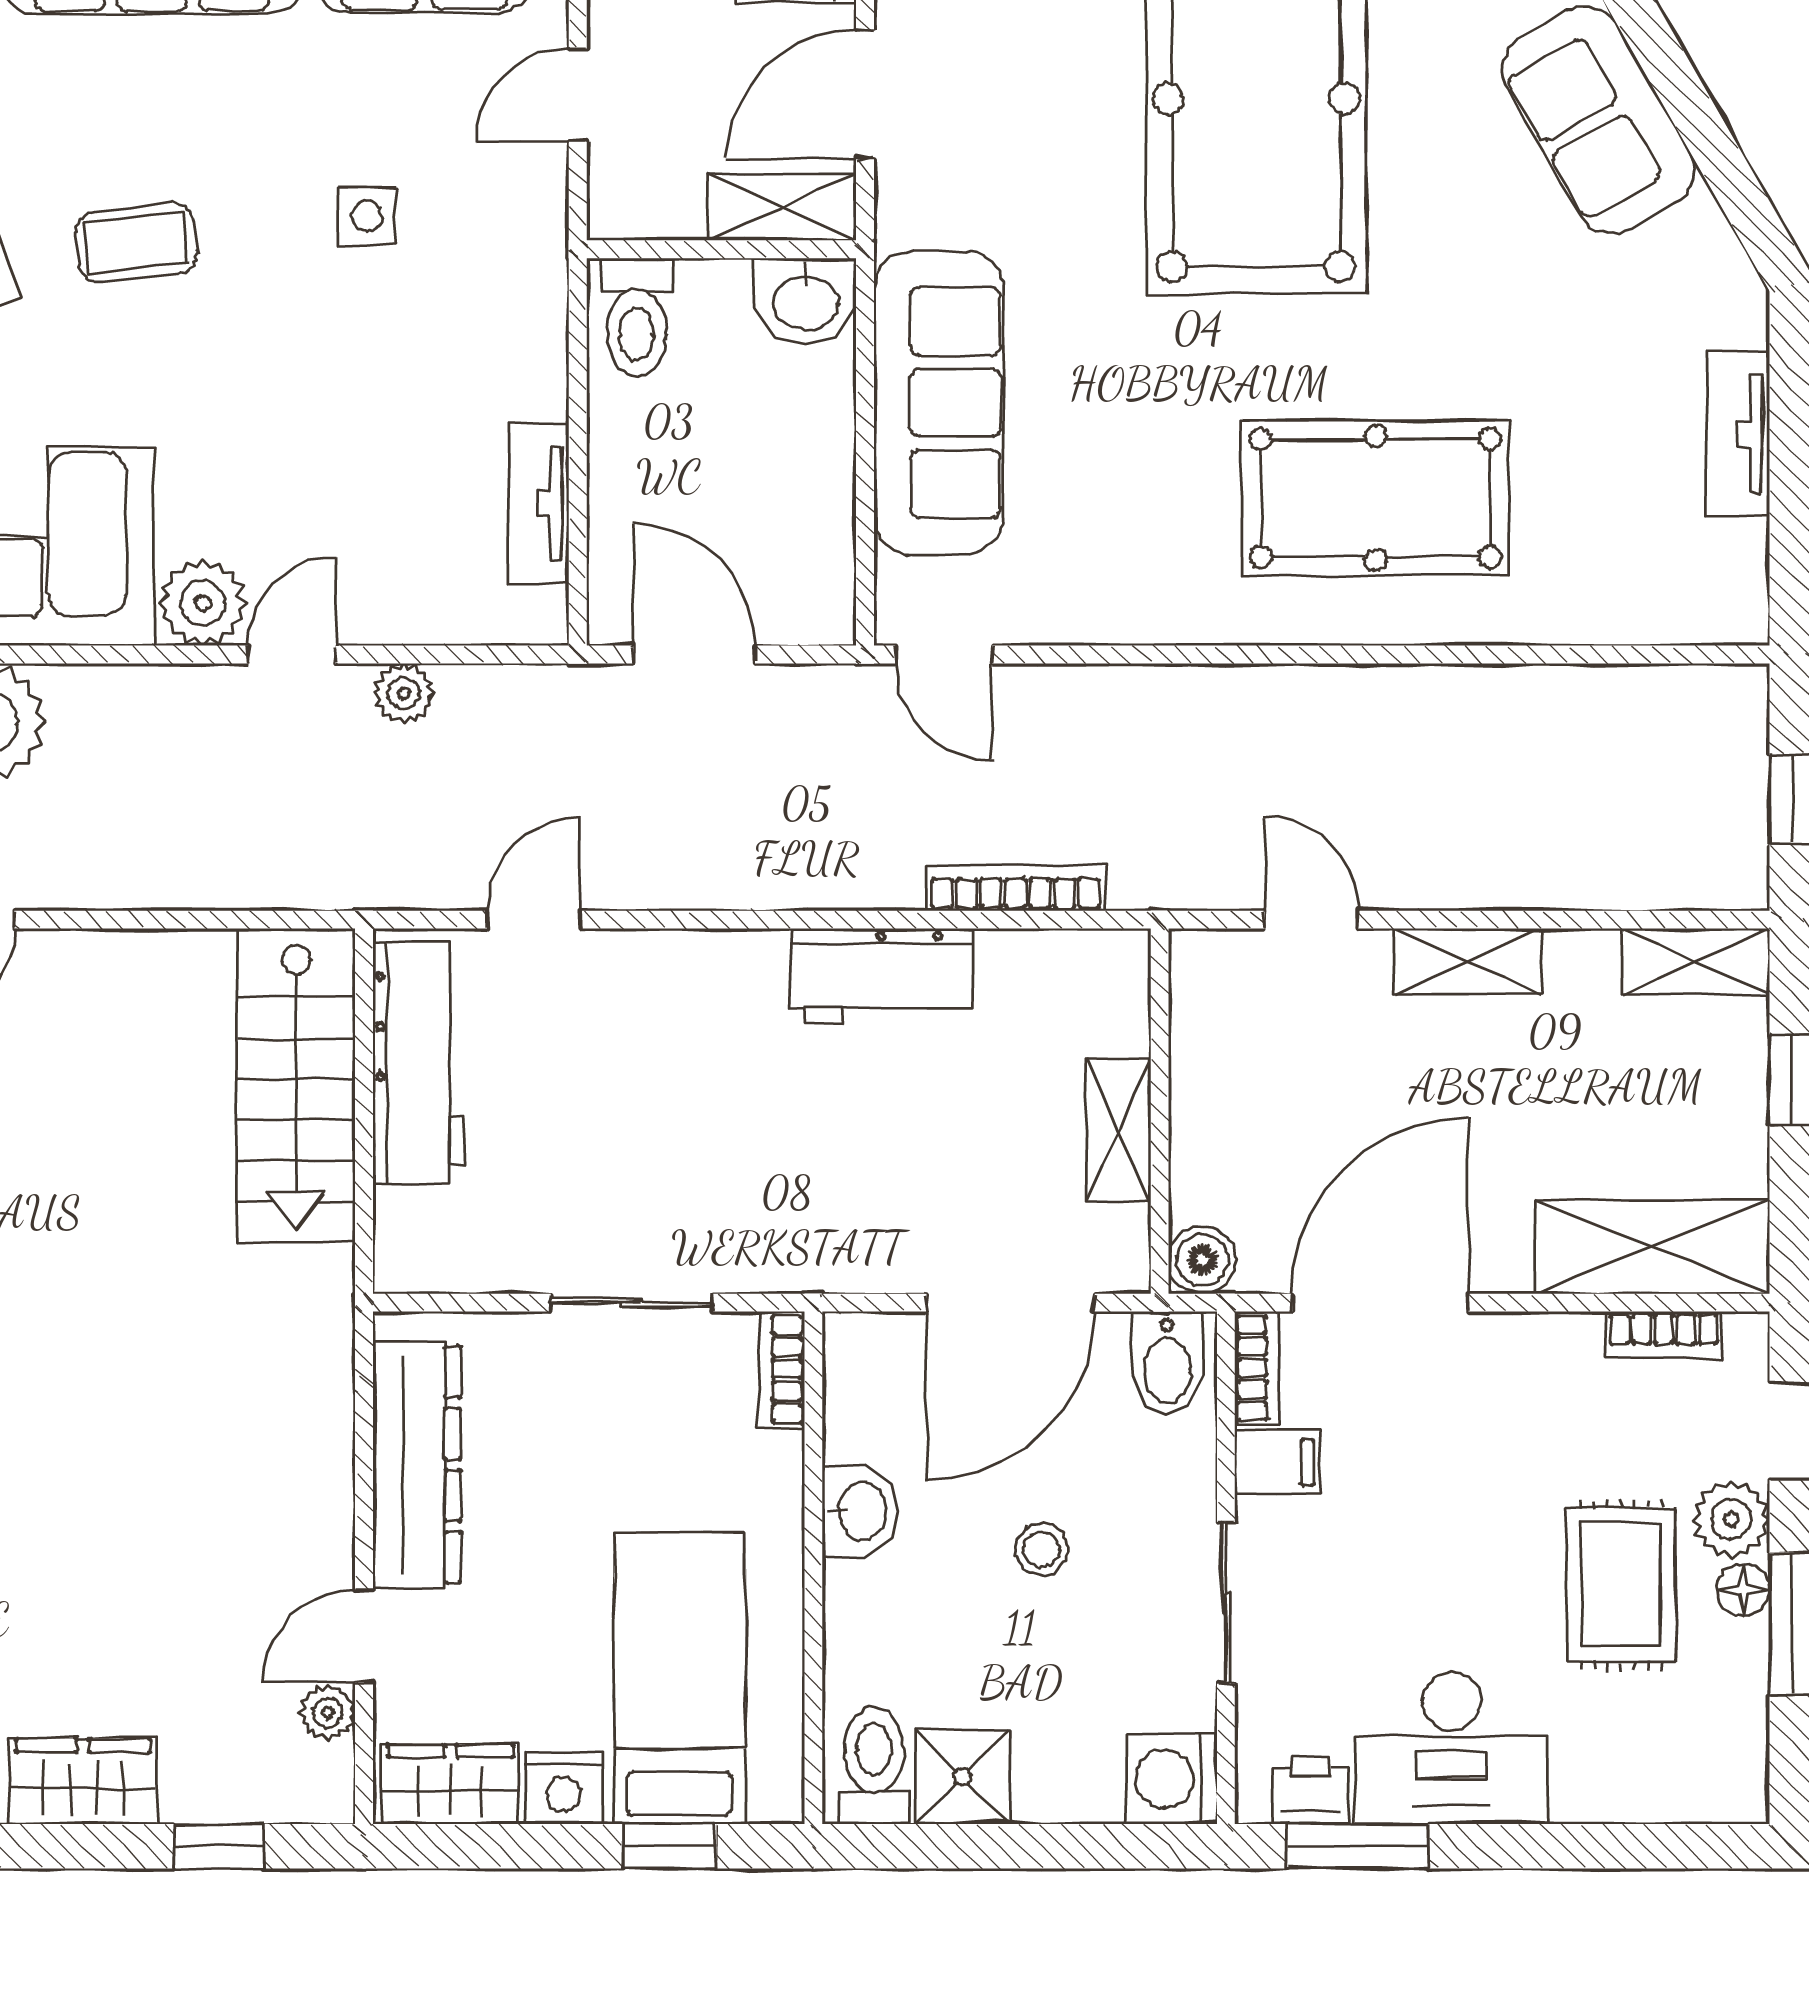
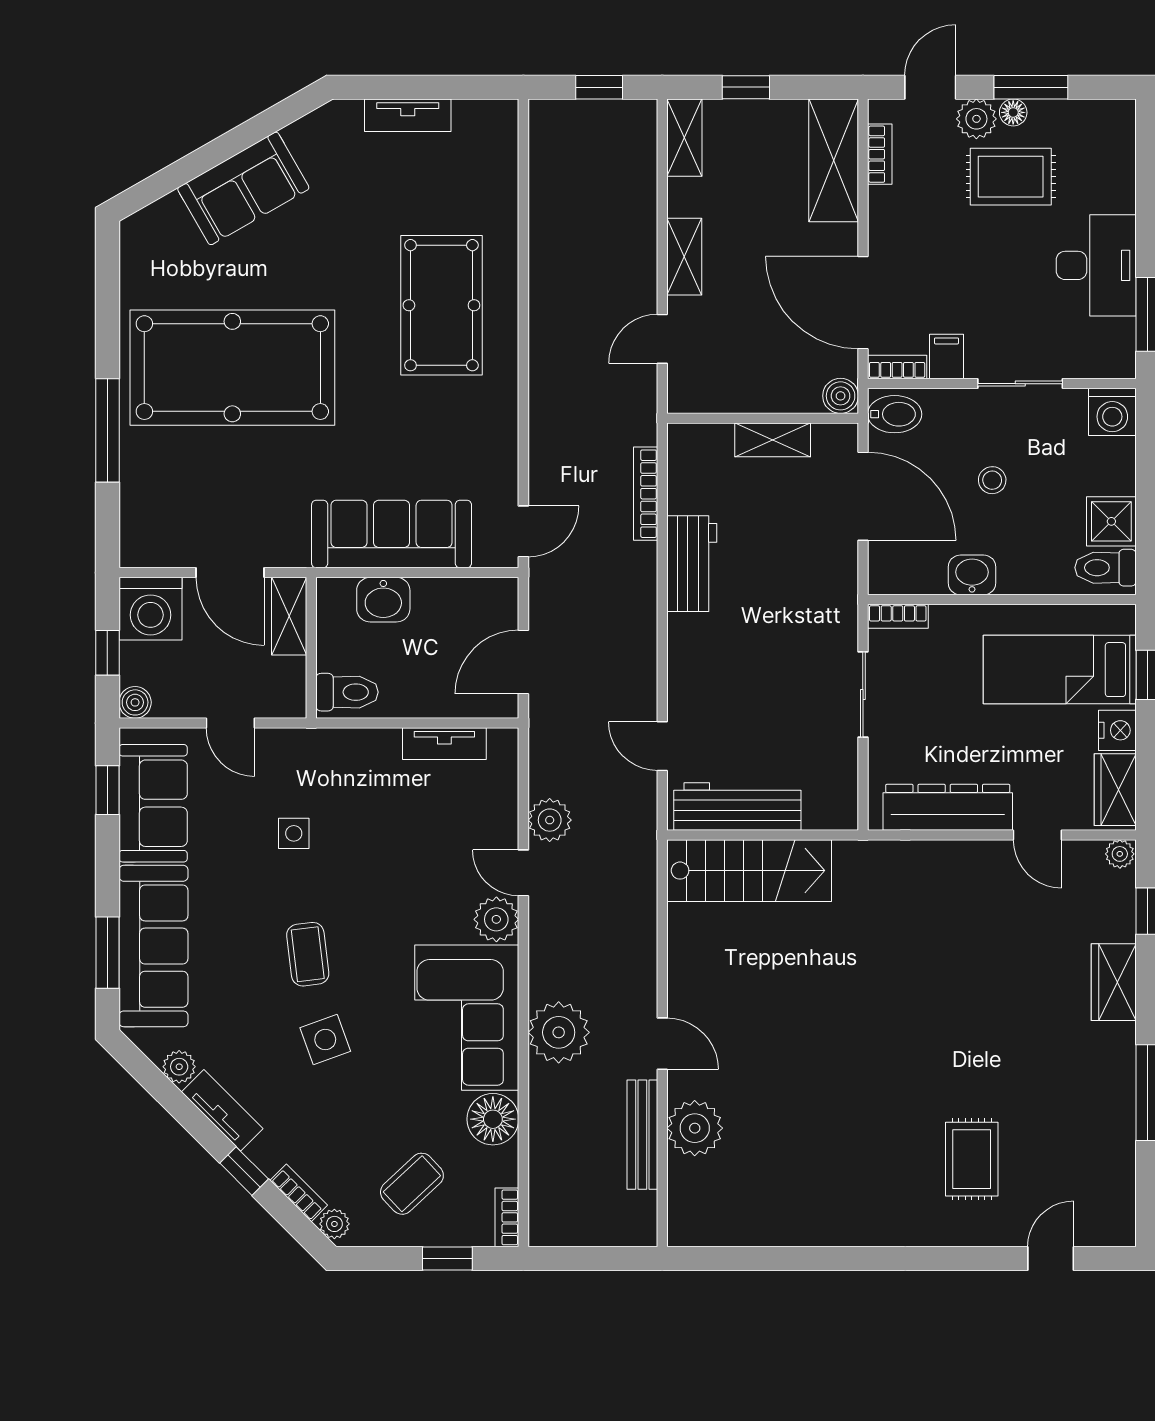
washbasin: (805, 301) -> (383, 600), moved, turned 90
plant: (404, 693) -> (550, 820), width x1.38, depth x1.38
plant: (328, 1713) -> (1120, 854), moved
printer: (1311, 1790) -> (1118, 339), removed

